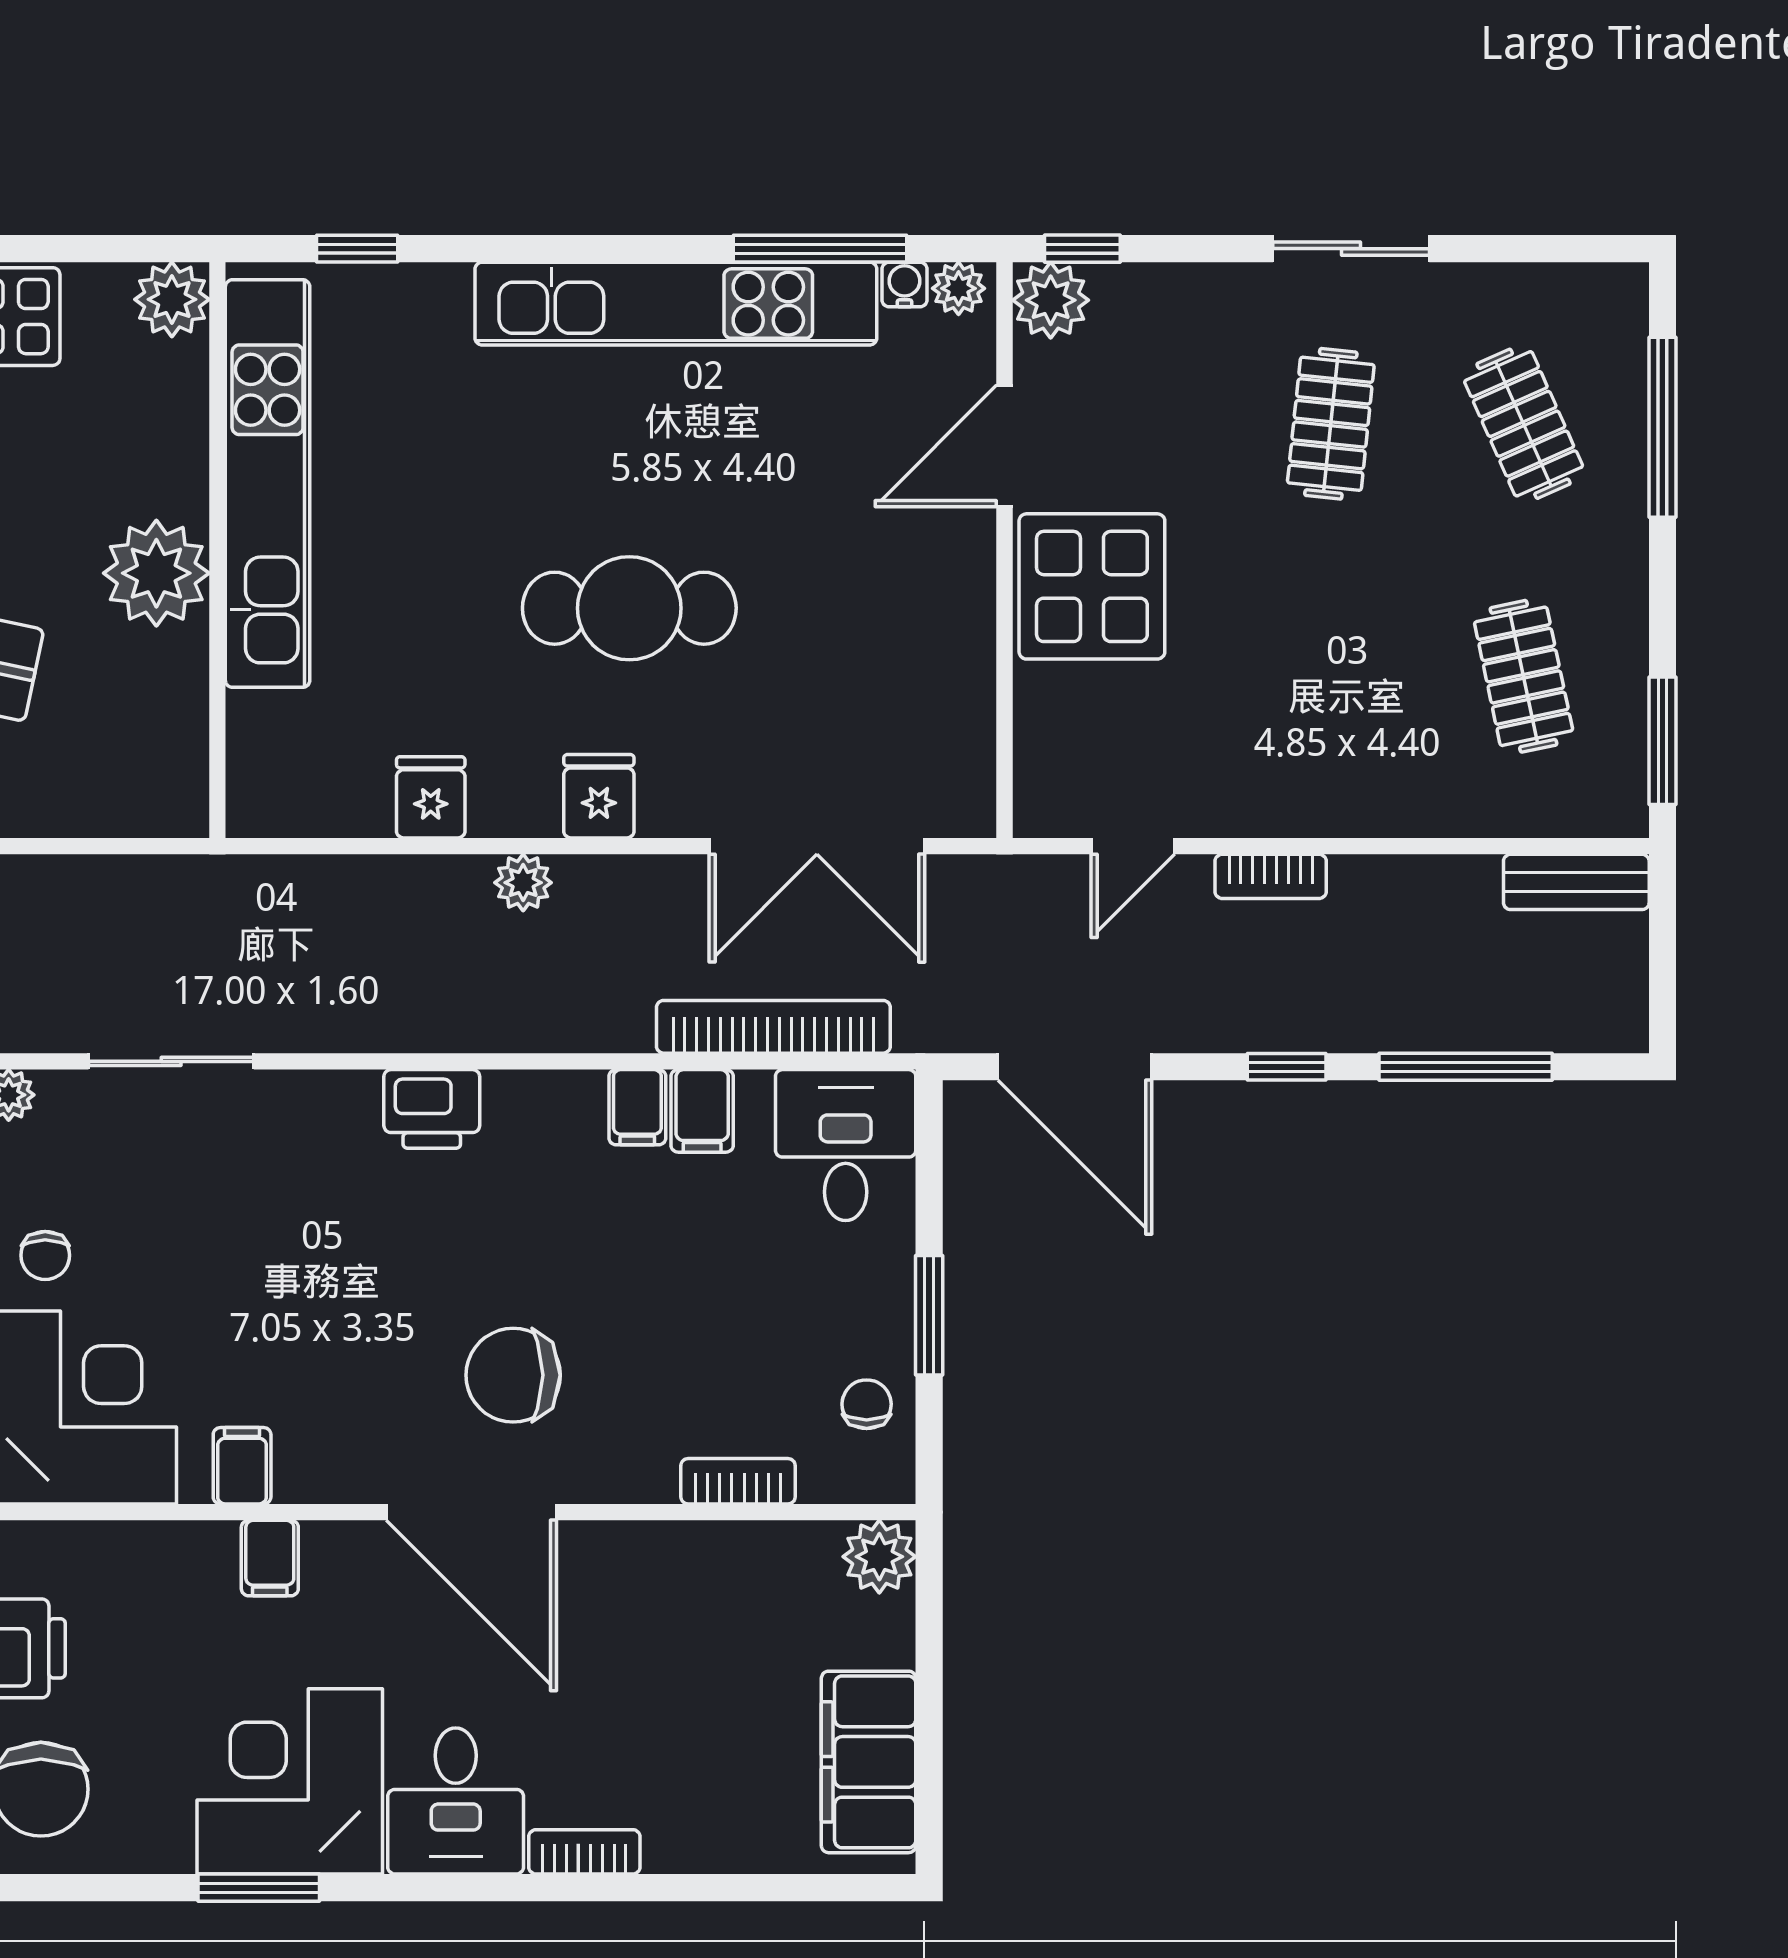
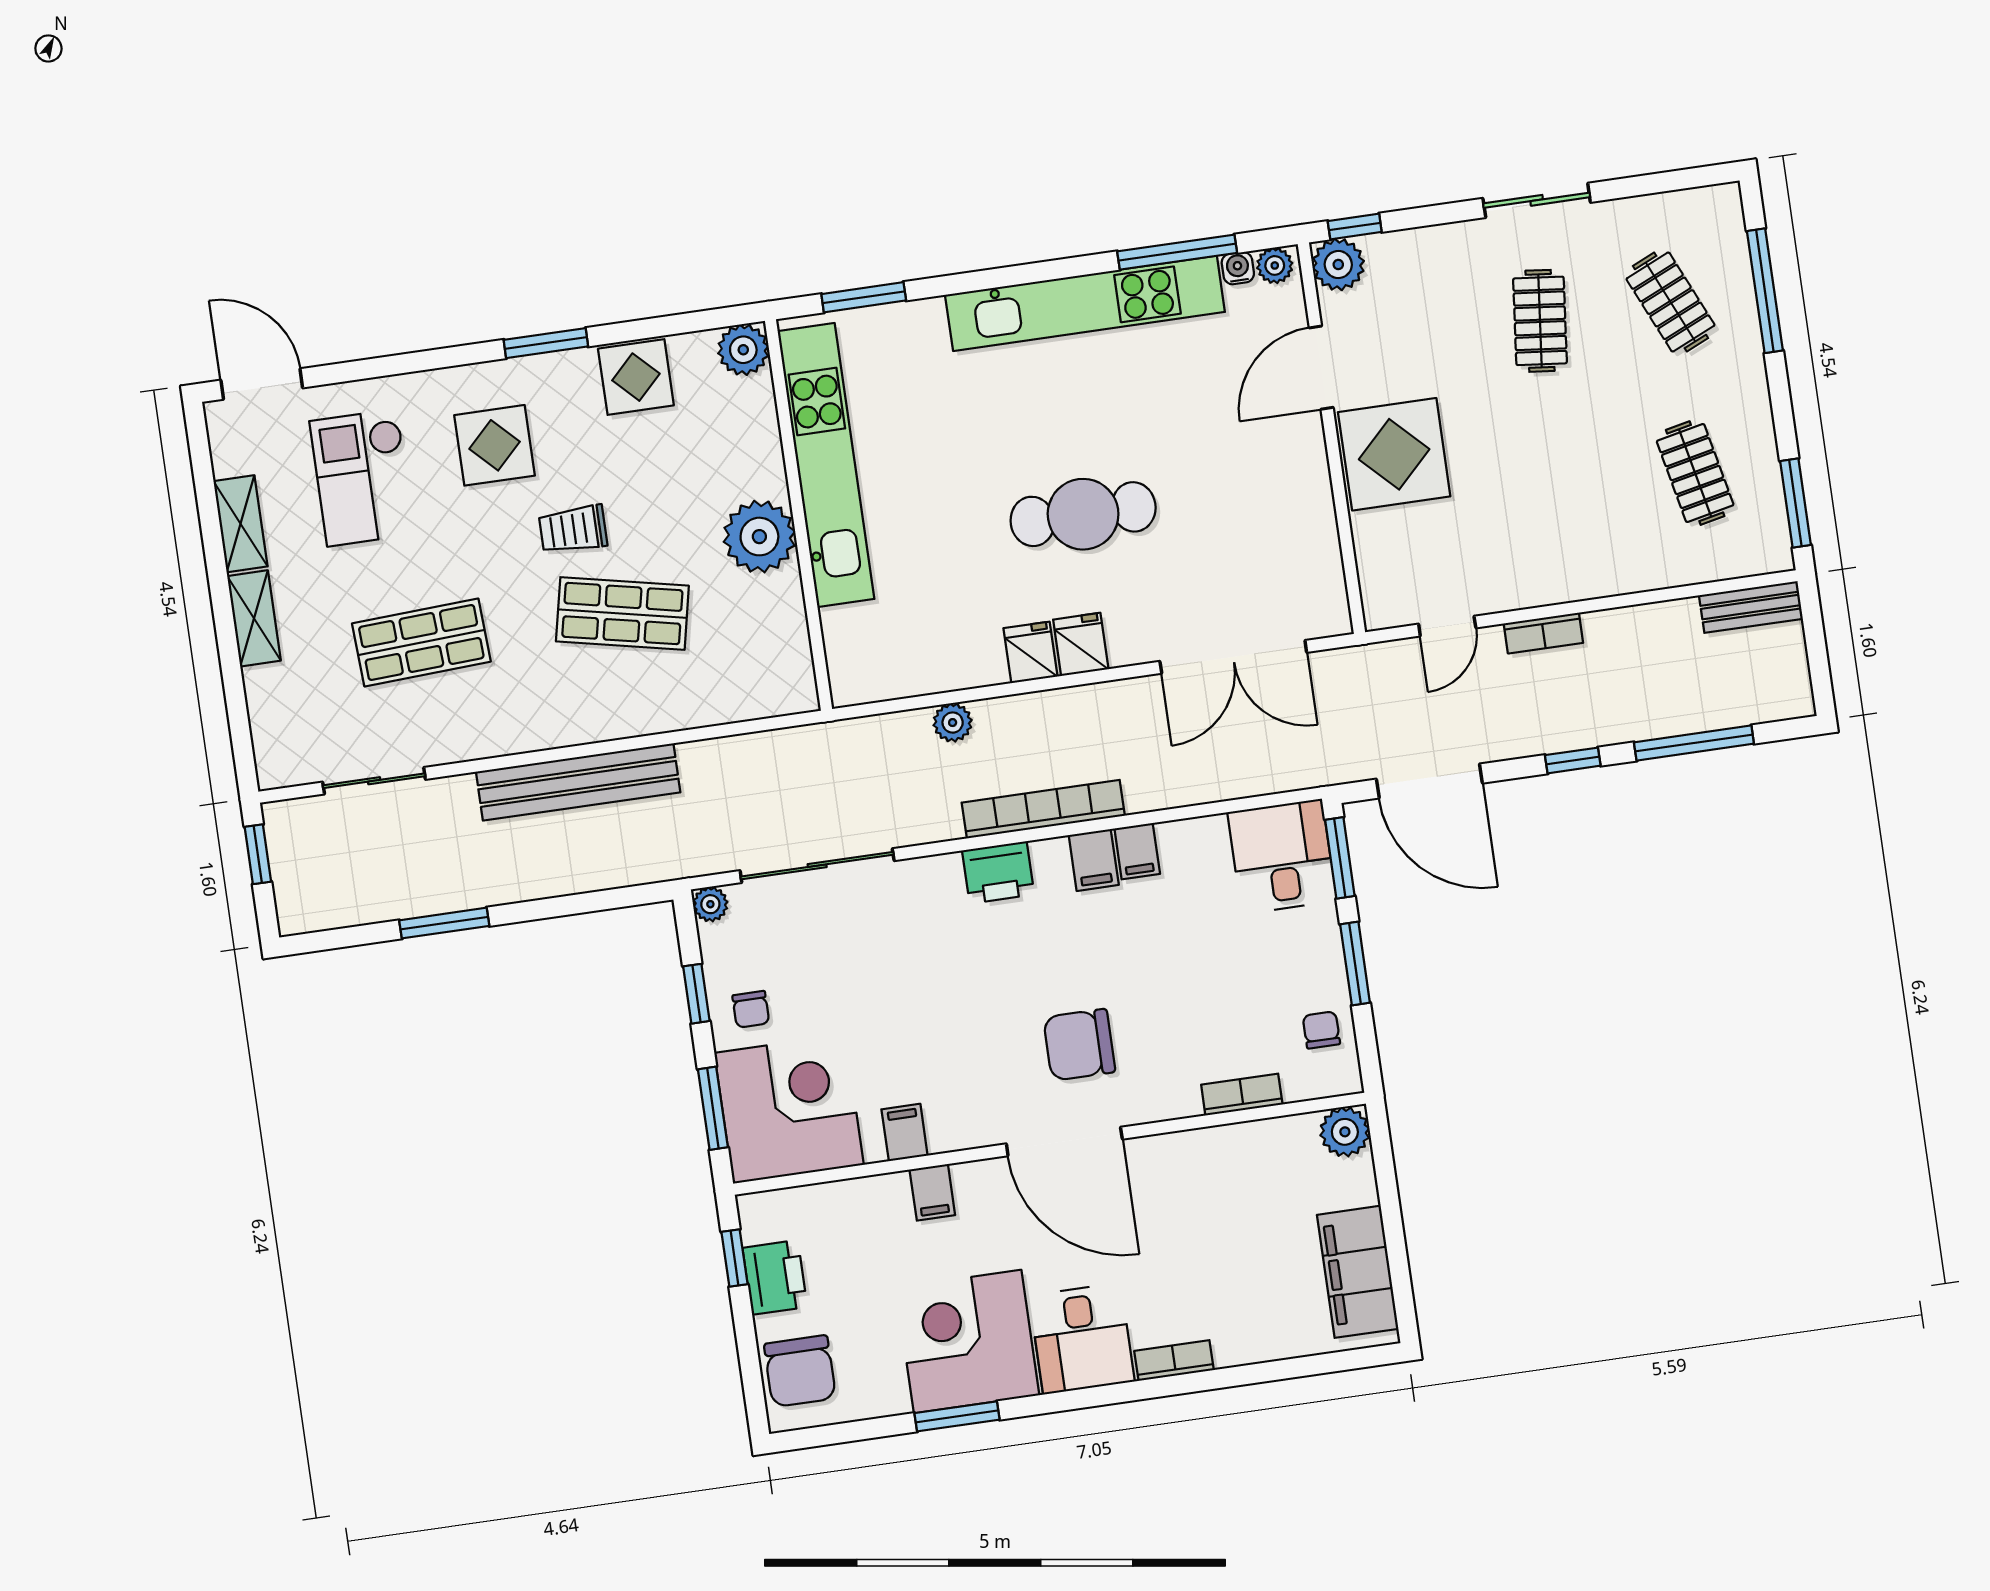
window: (357, 249) -> (864, 297), width x1.50
fridge: (431, 797) -> (1030, 652), moved
plant: (523, 883) -> (953, 723), moved
bookcase: (773, 1027) -> (1043, 809), moved
sliding door: (171, 1061) -> (817, 866), width x1.37
filing cabinet: (702, 1111) -> (1094, 860), moved
window: (929, 1159) -> (1340, 858), added

